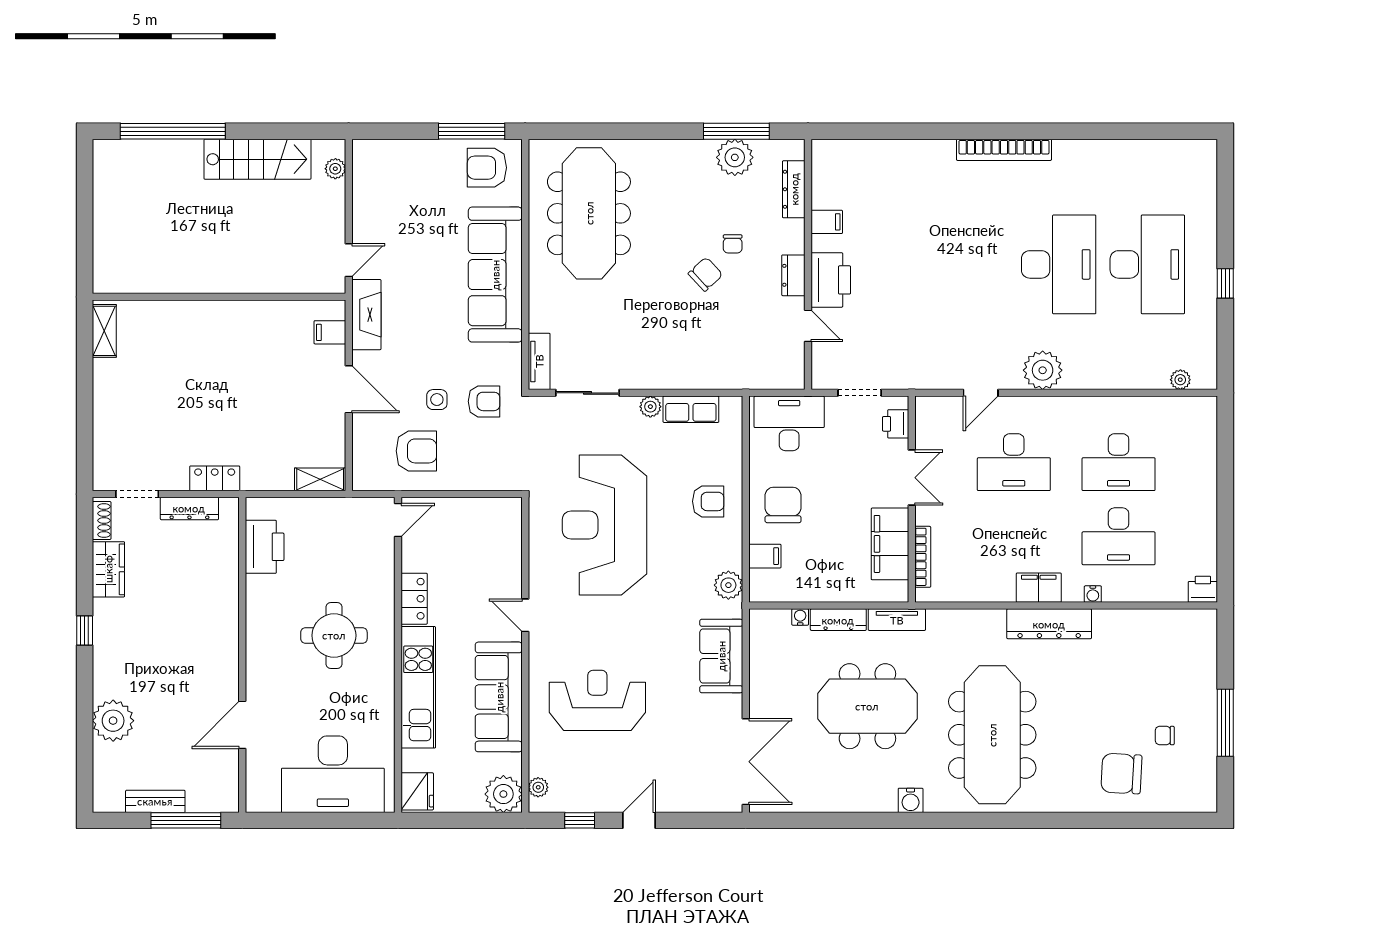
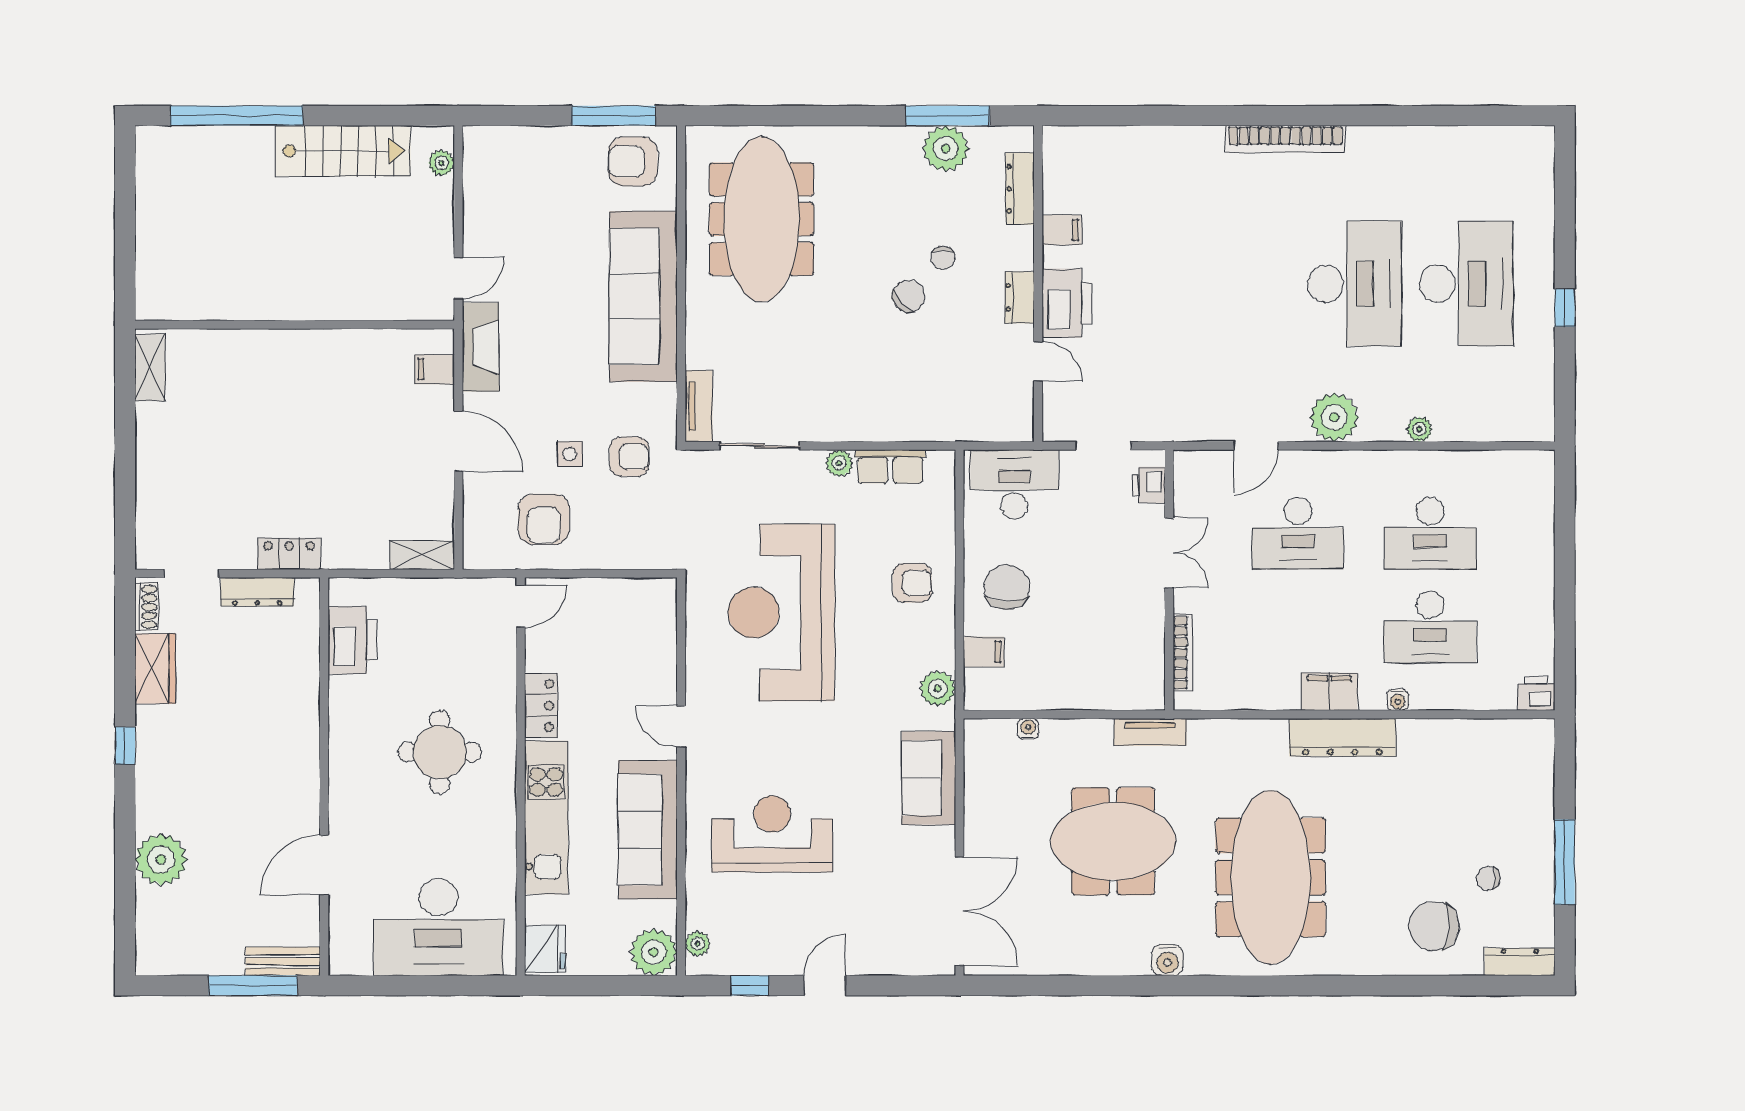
plant: (1180, 380) -> (1419, 429), moved
armchair: (416, 451) -> (544, 519), turned 90
filing cabinet: (890, 544) -> (1142, 636), removed
dresser: (838, 620) -> (1520, 962), moved, turned 180
bench: (155, 801) -> (283, 961), moved

